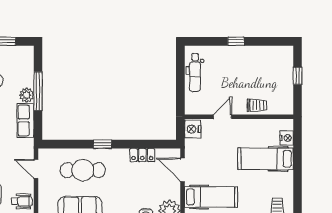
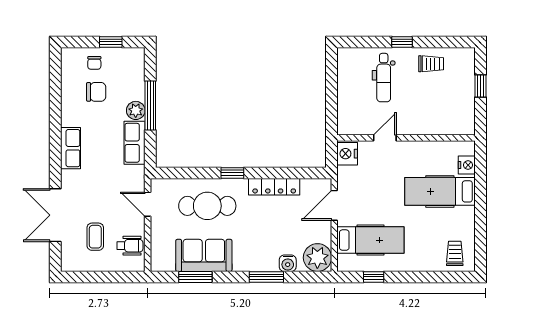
dental chair: (195, 72) -> (384, 78), moved
trolley: (257, 105) -> (431, 64), moved
locker: (142, 155) -> (274, 187), width x1.53
door: (183, 170) -> (334, 205), hinge flipped

